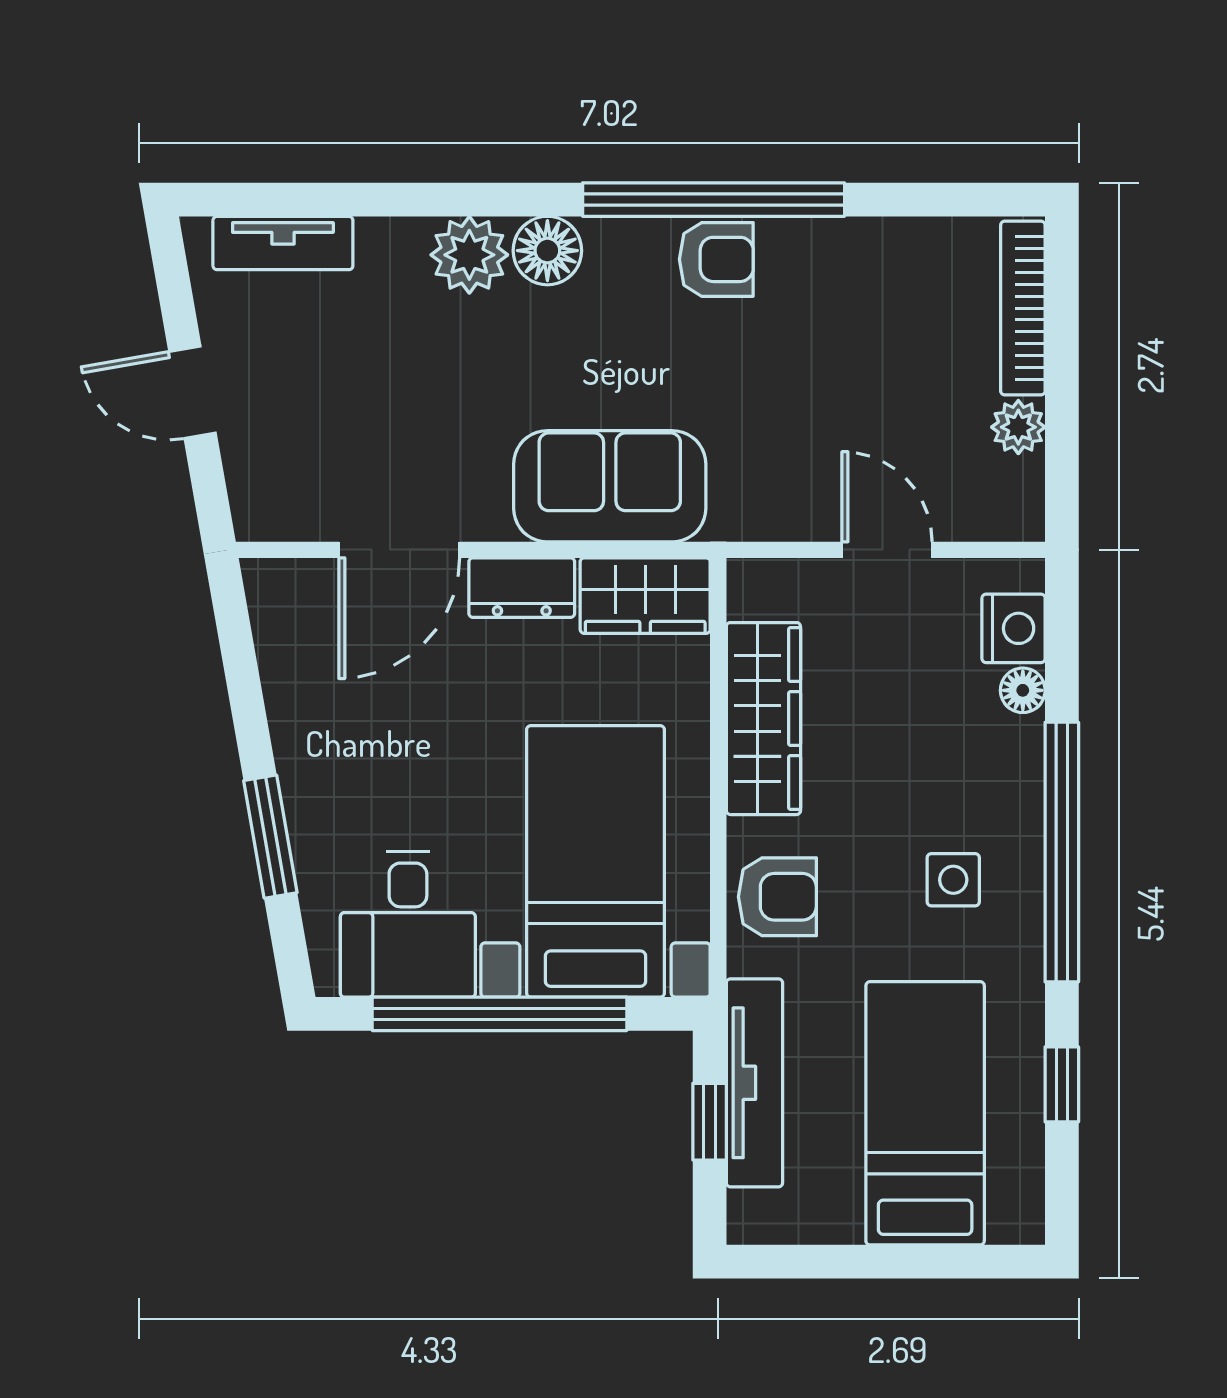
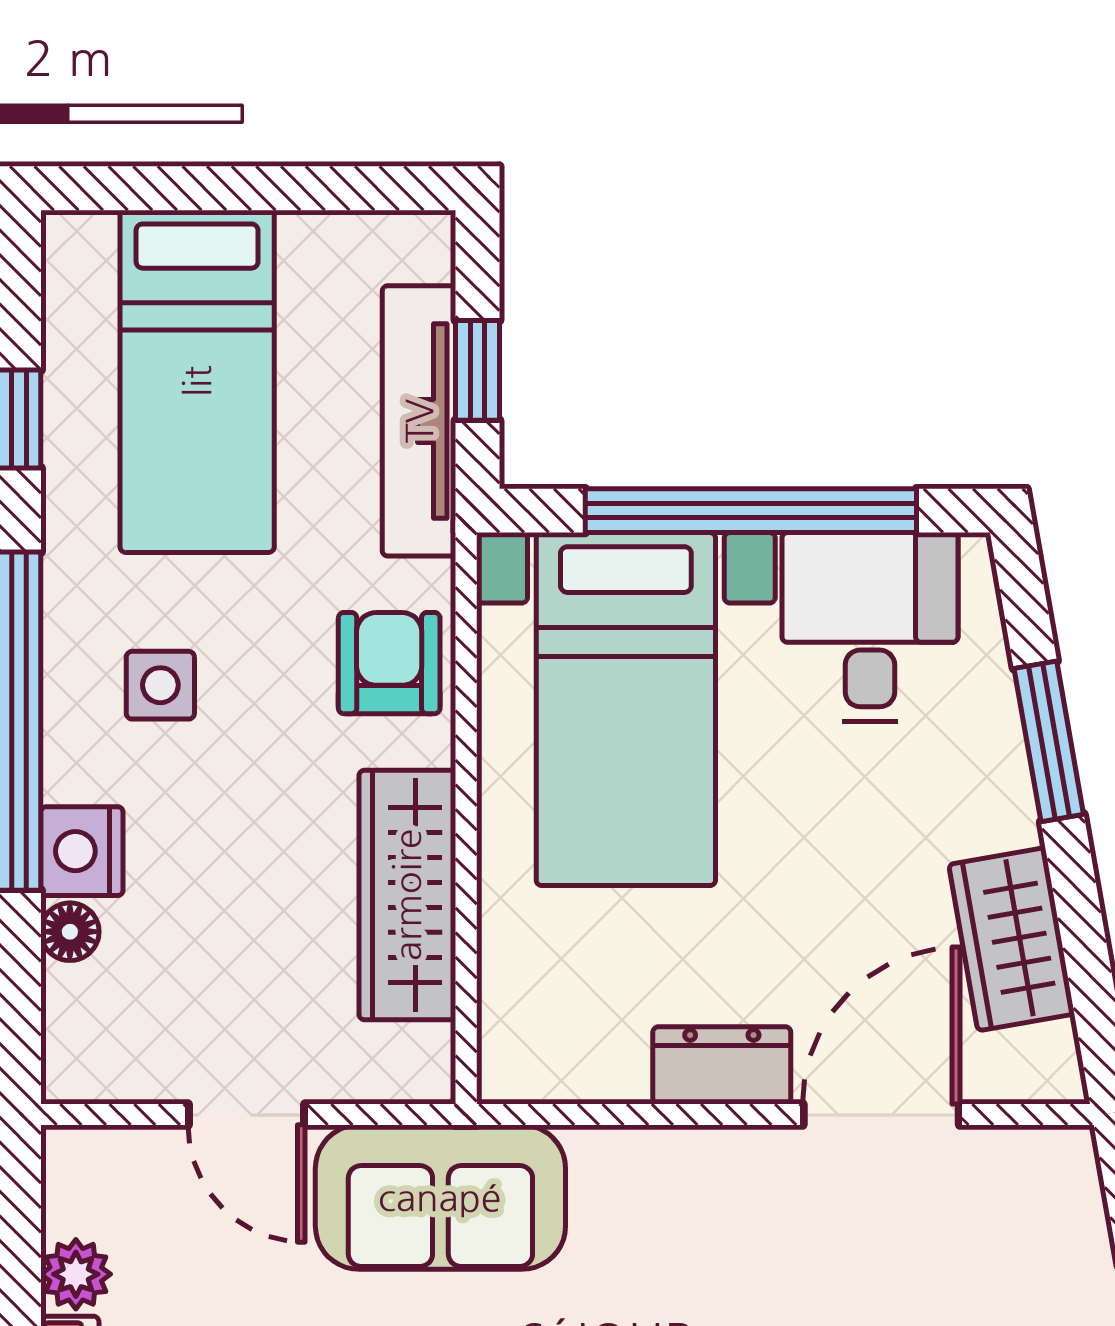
sofa: (610, 486) -> (440, 1197), moved
wardrobe: (645, 596) -> (1012, 939), moved, turned -100
nightstand: (1014, 628) -> (82, 851), moved
armchair: (777, 897) -> (389, 663), turned 90

